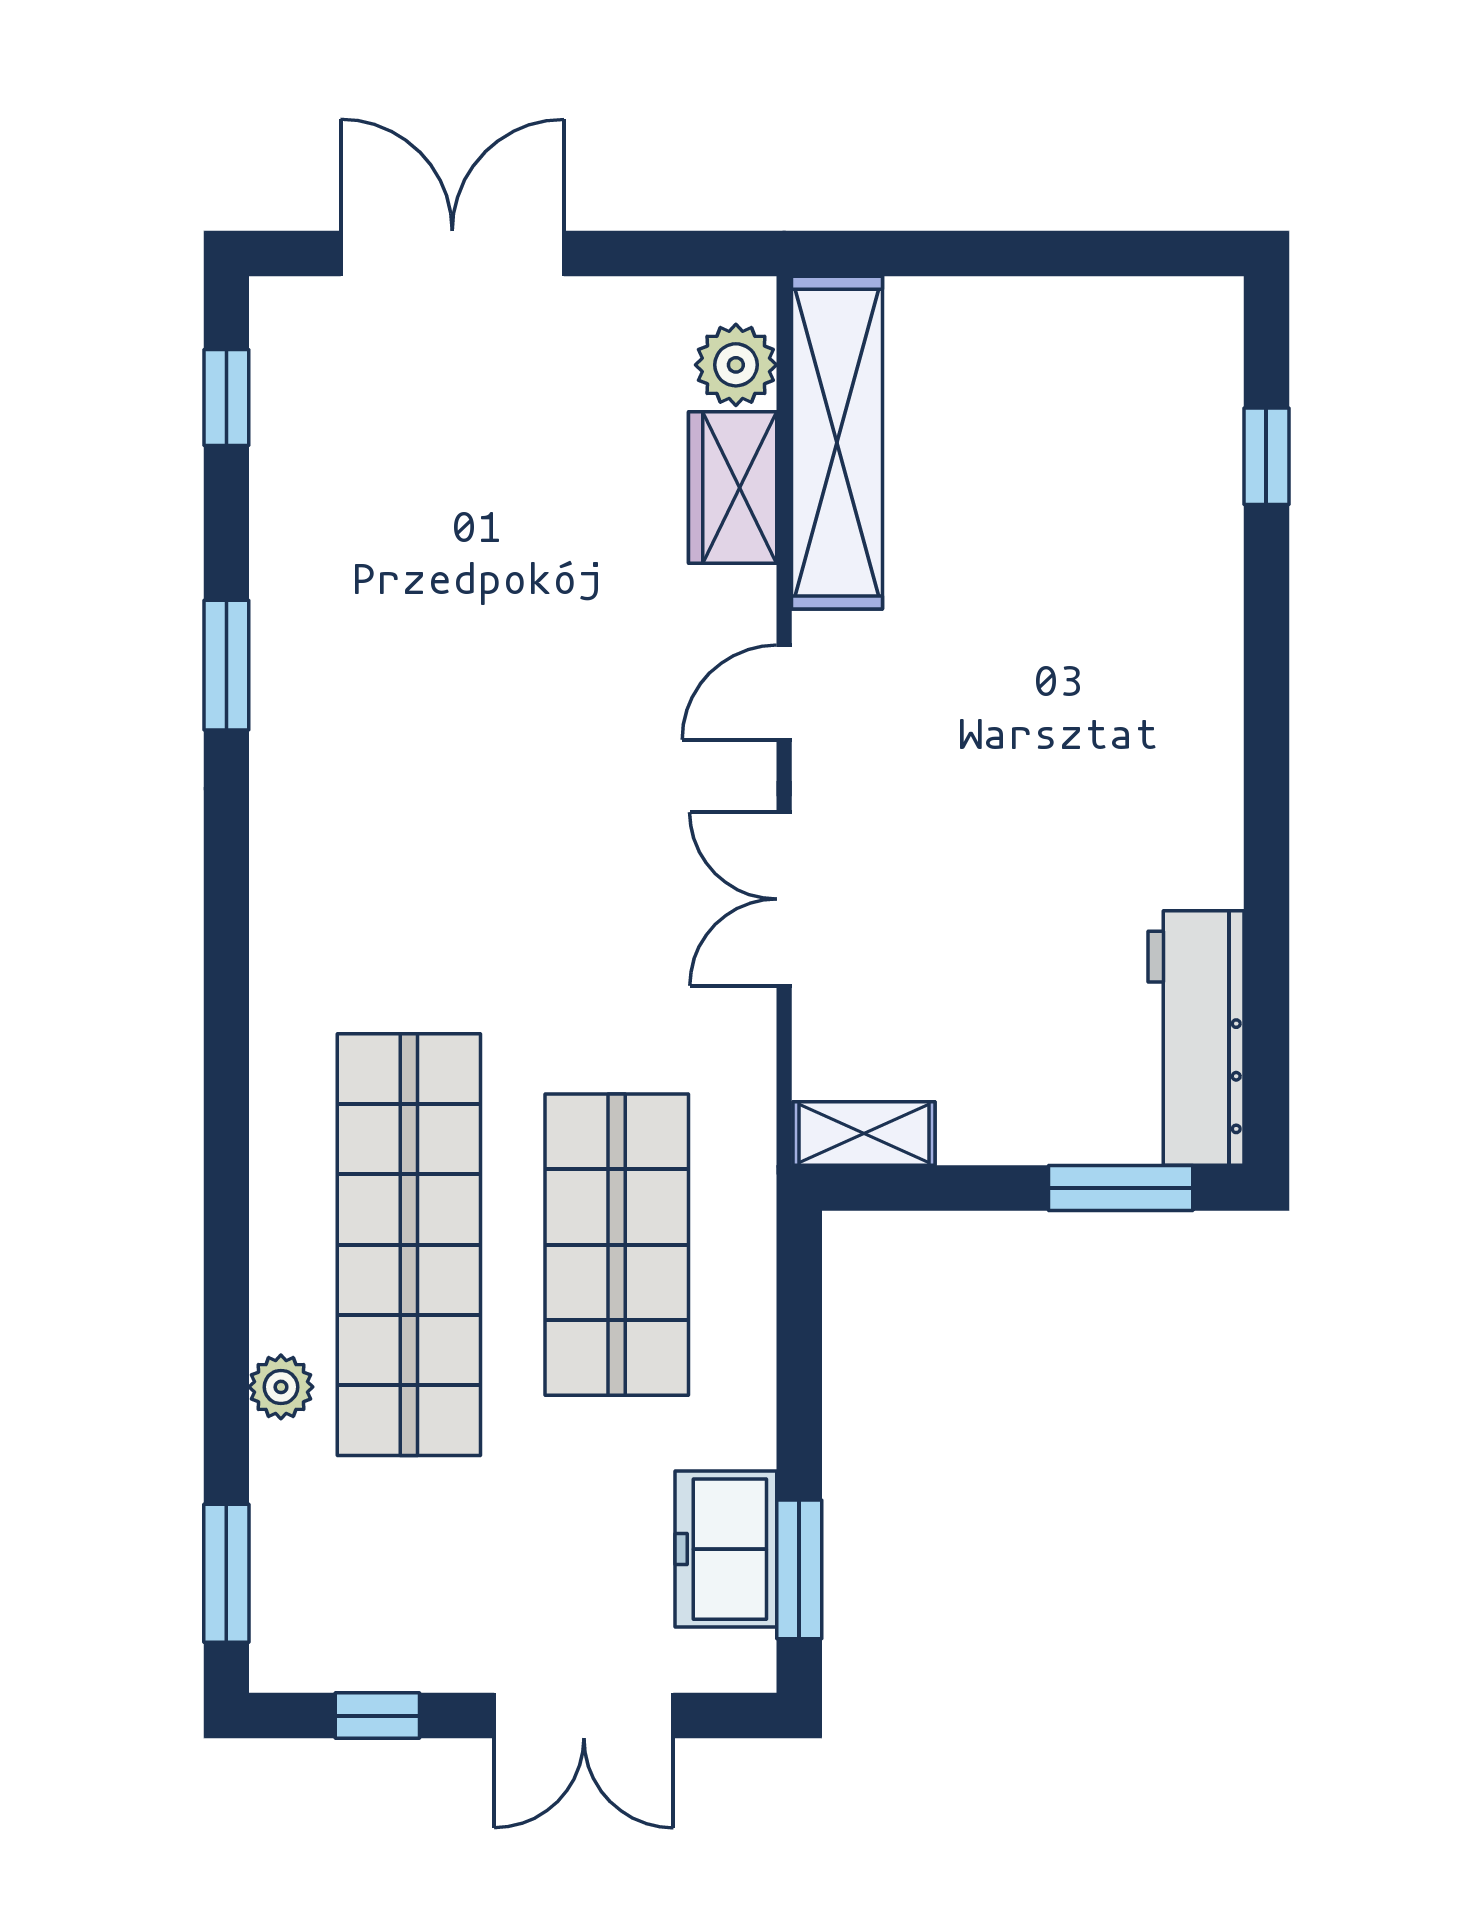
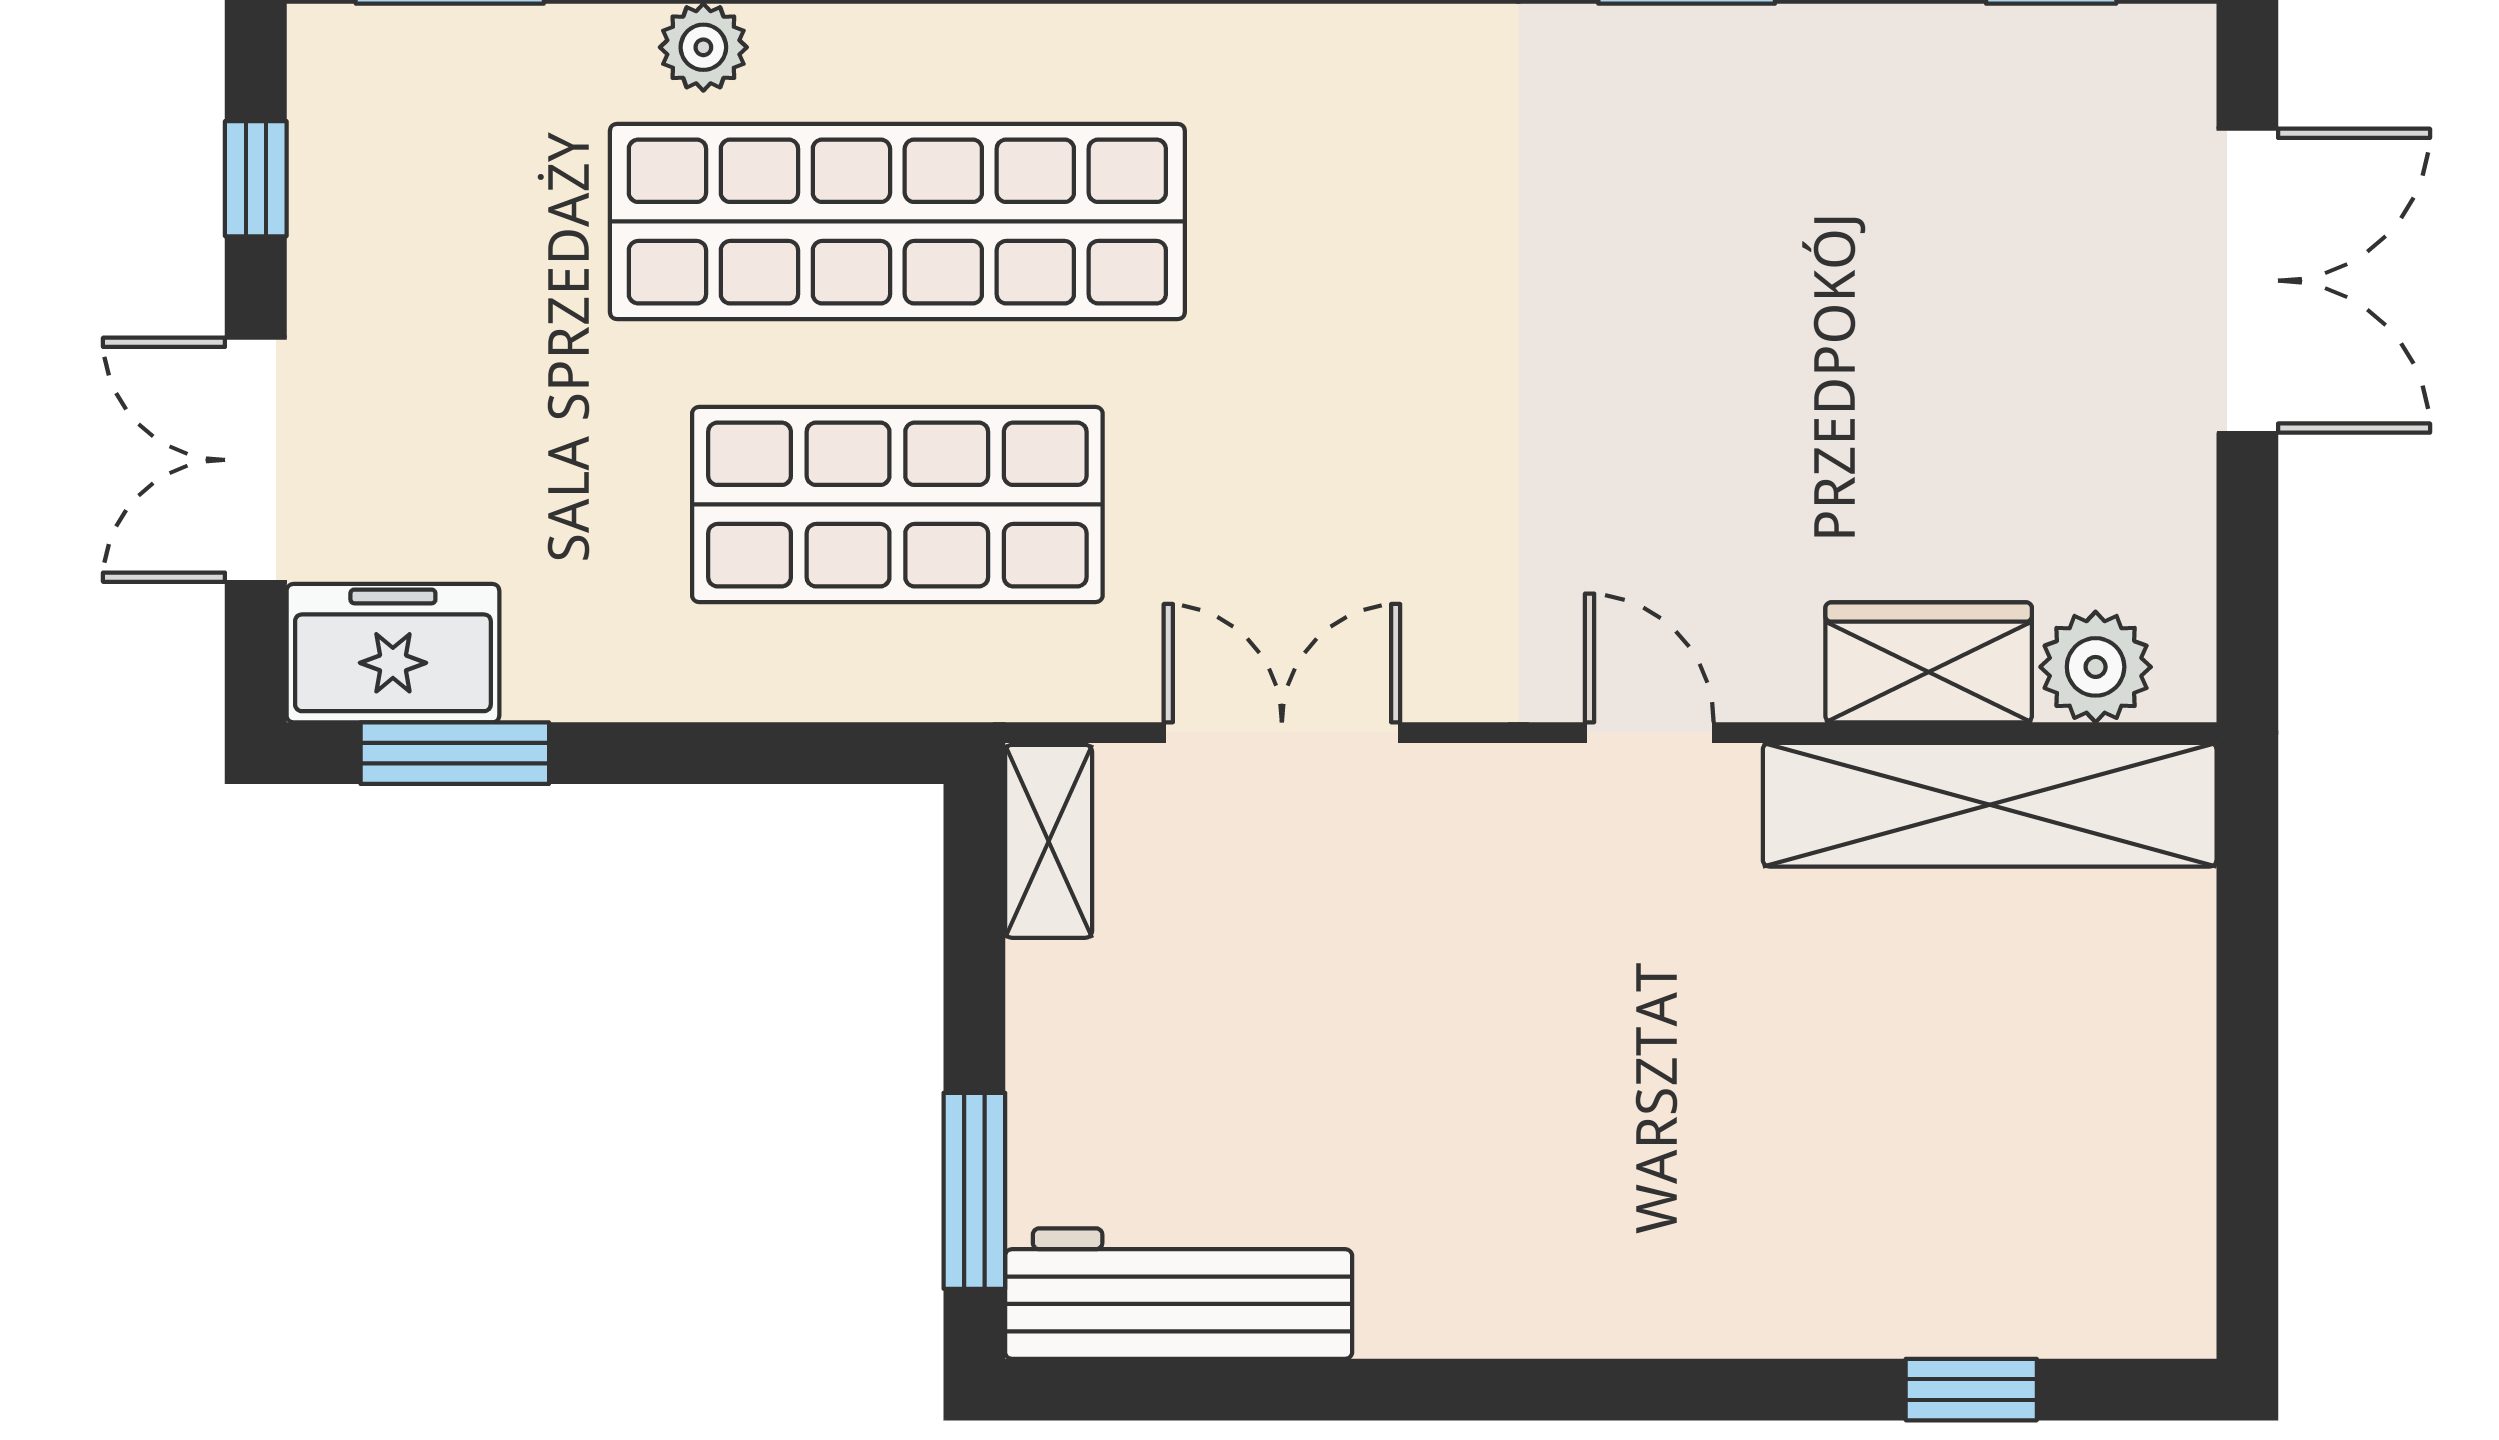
double door: (784, 899) -> (1282, 733), moved
freezer: (726, 1549) -> (393, 653), moved

